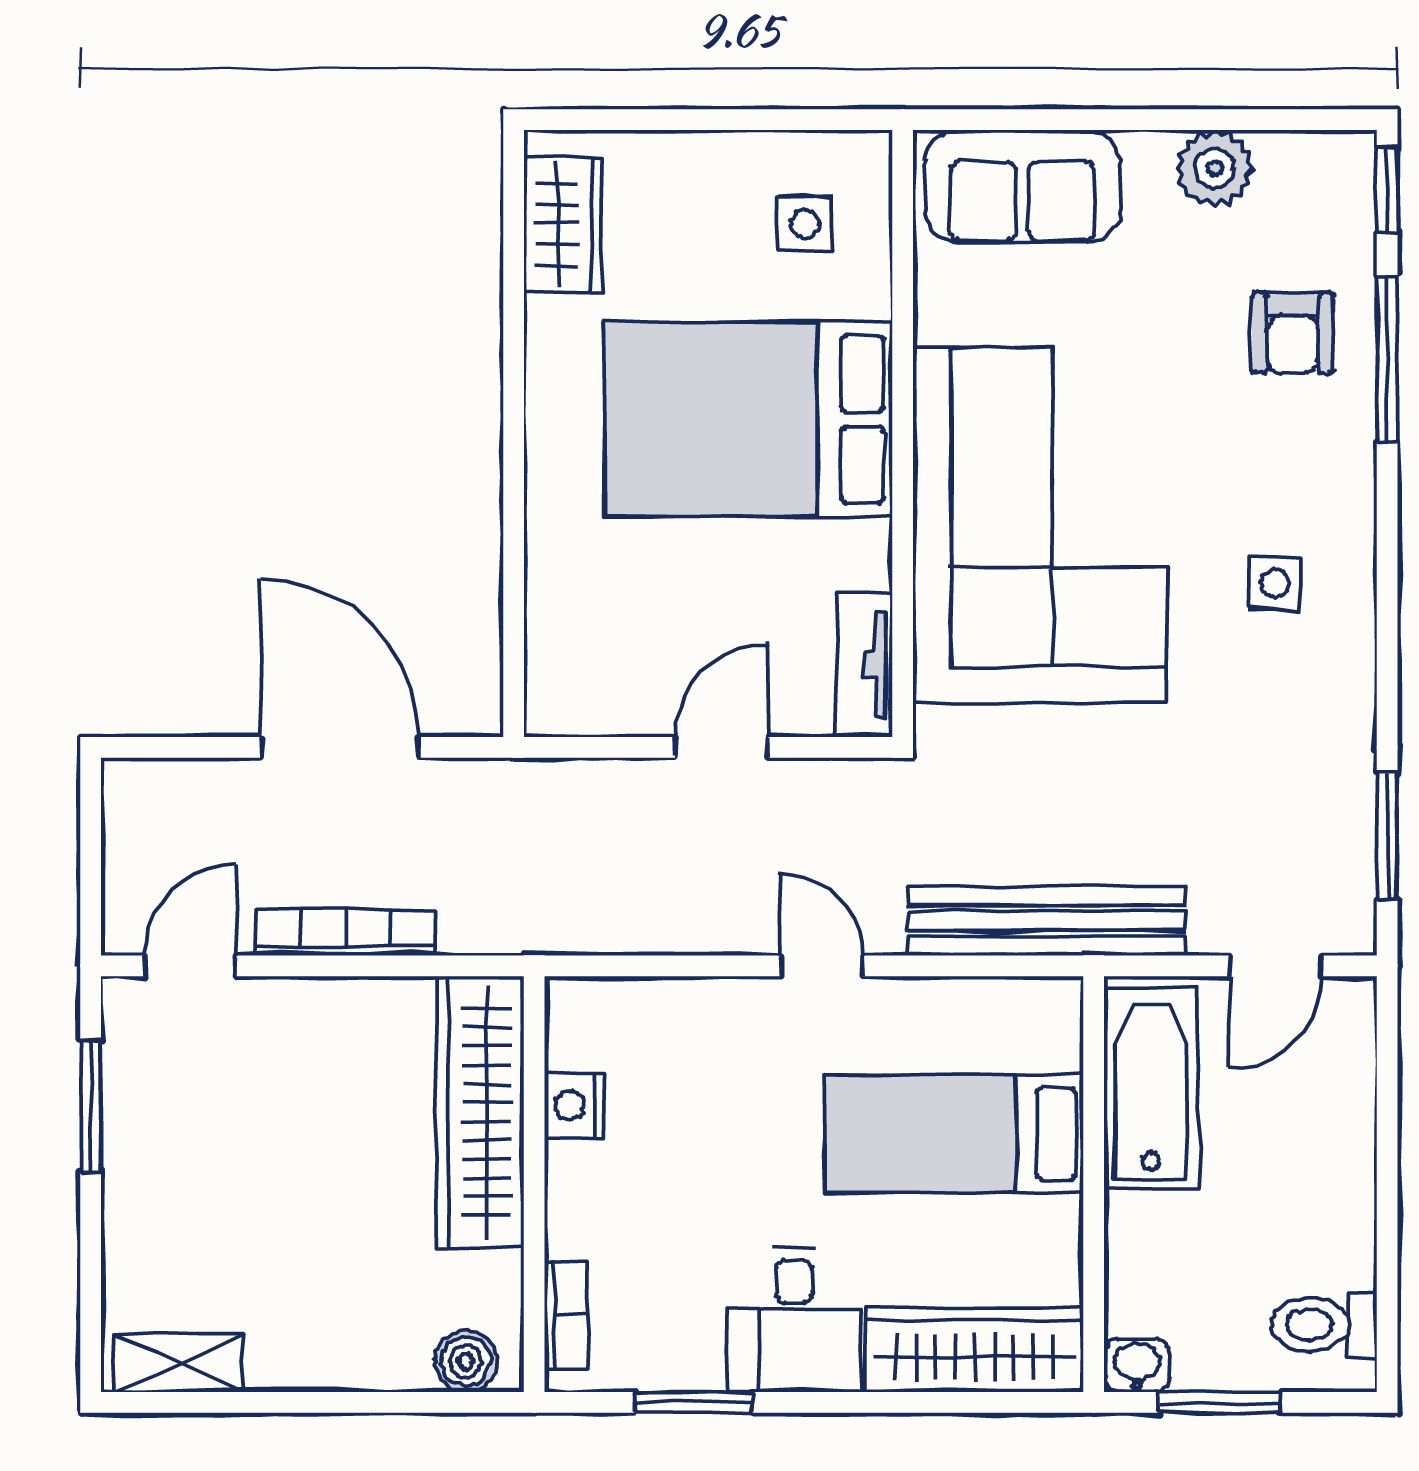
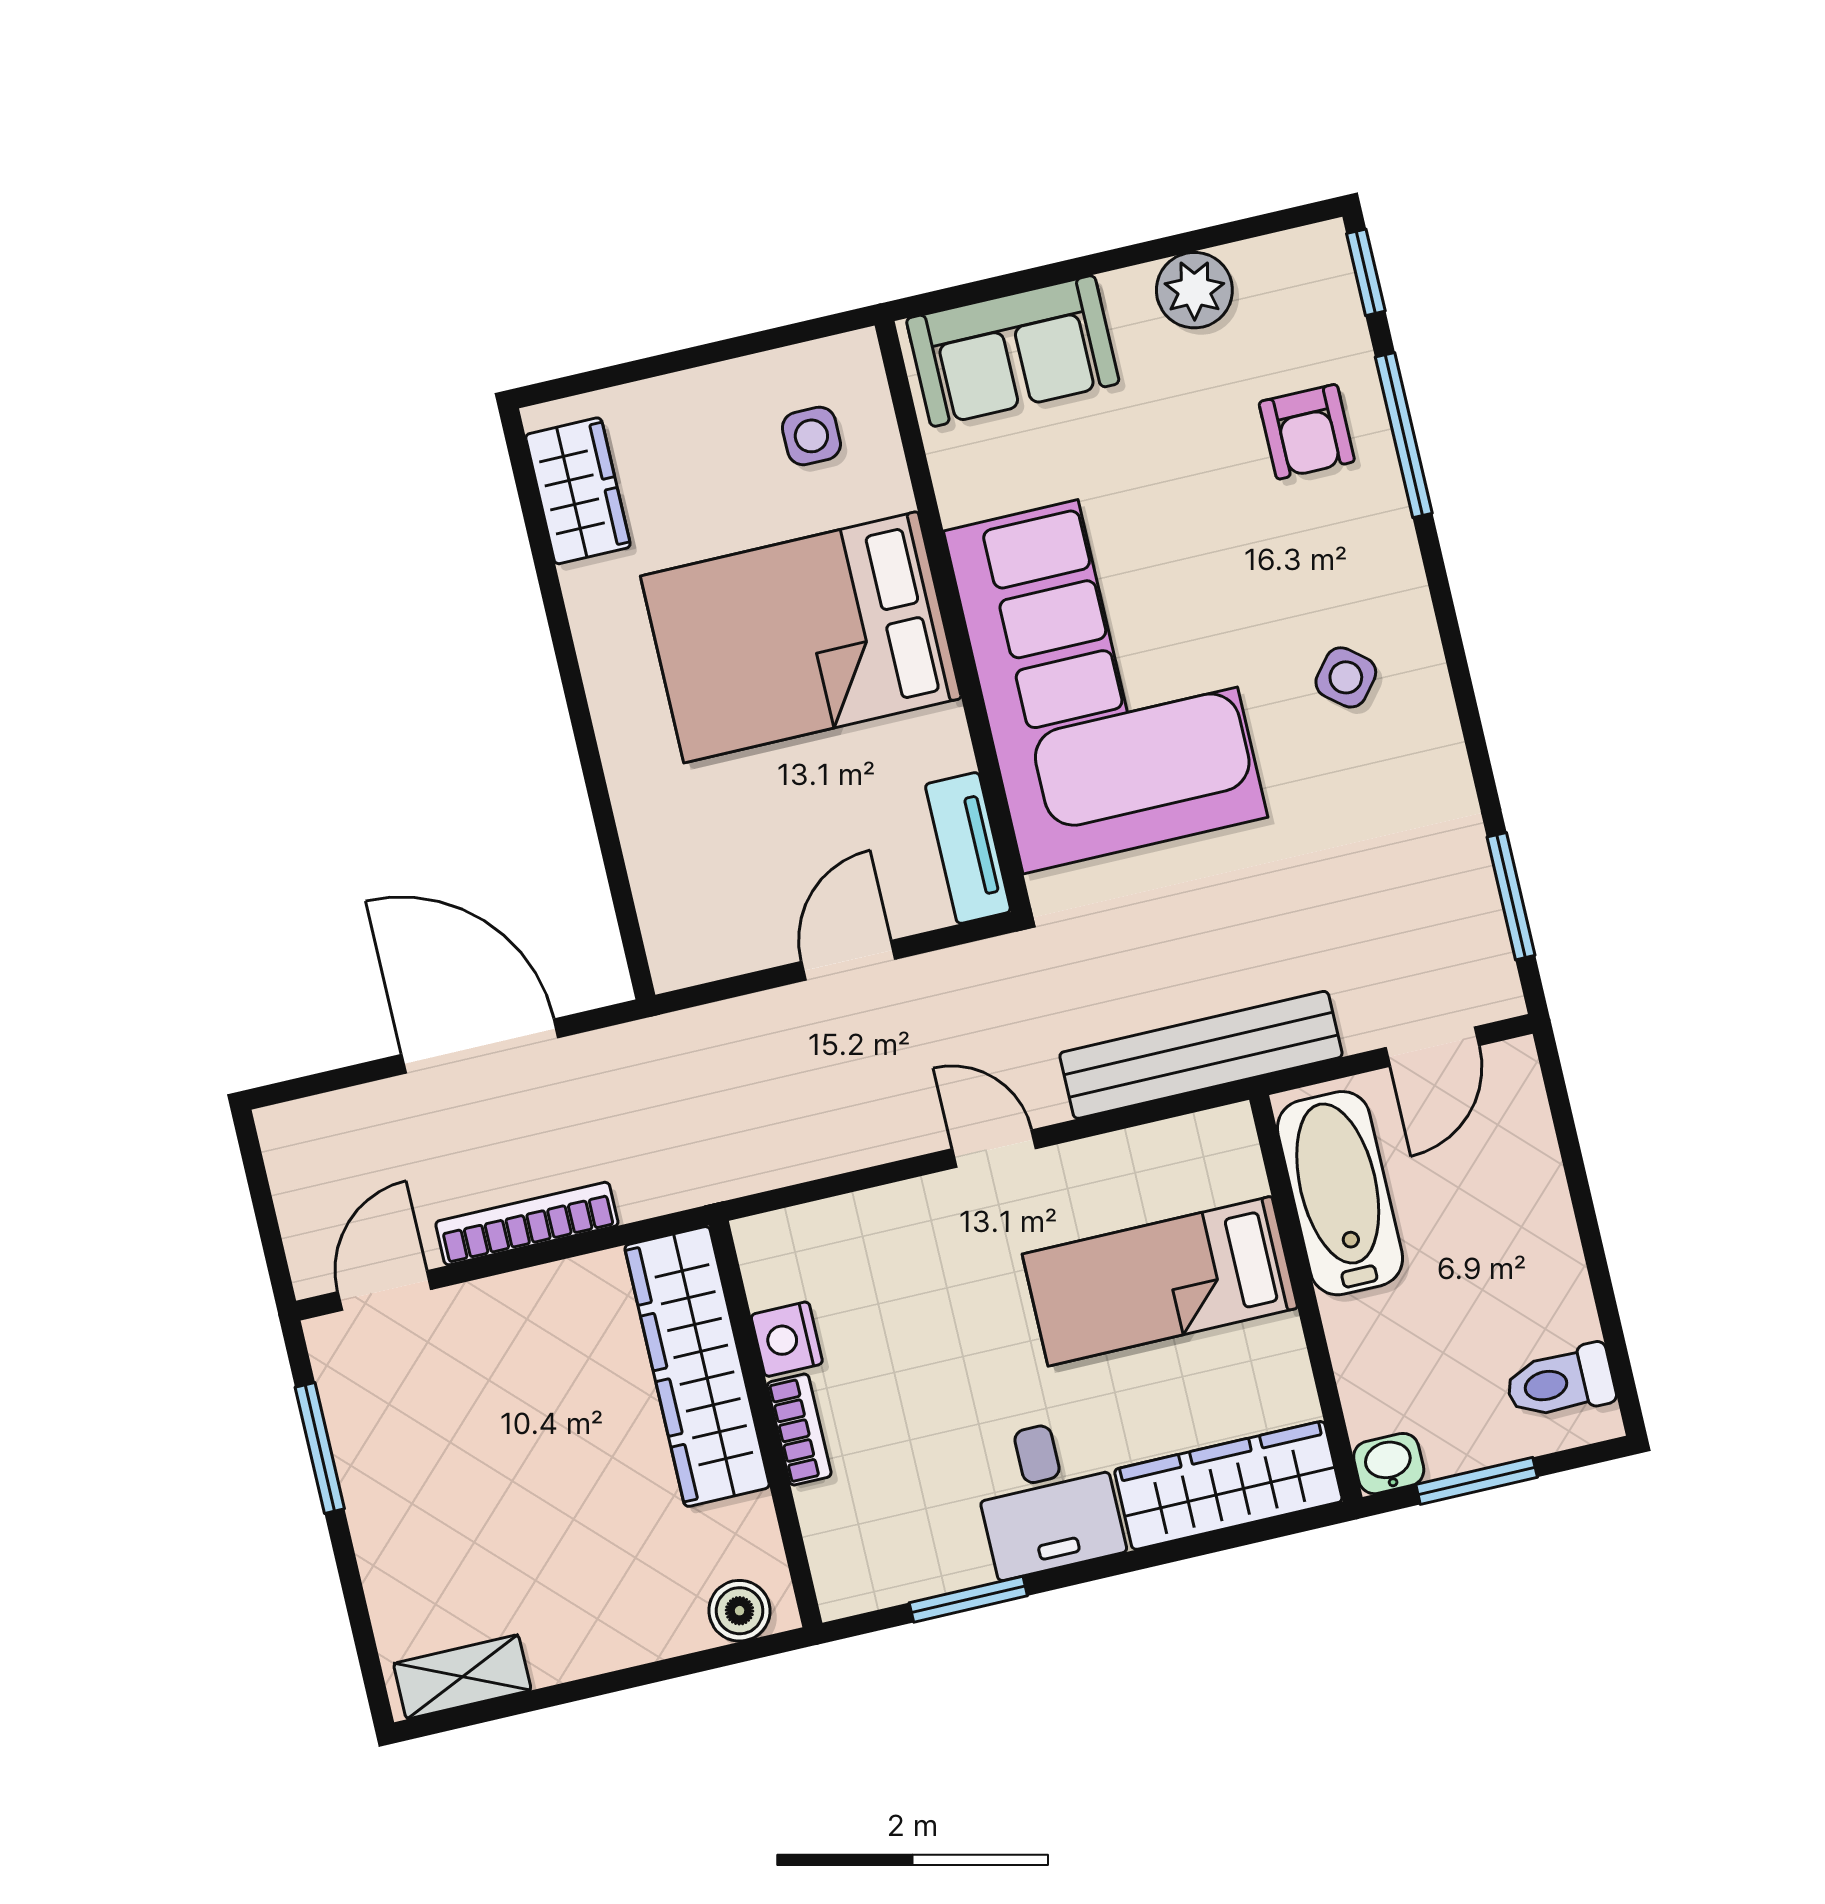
side table: (1275, 583) -> (1346, 677), turned 35
bookcase: (566, 1315) -> (799, 1430), moved

